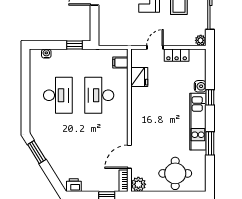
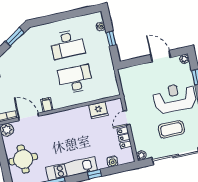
window: (74, 45) -> (111, 39), moved
door: (155, 47) -> (127, 118), swing flipped
filing cabinet: (120, 63) -> (47, 105), moved
water cooler: (200, 86) -> (113, 161), moved

